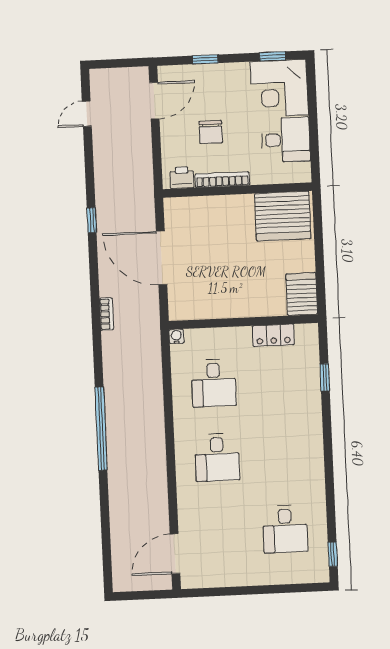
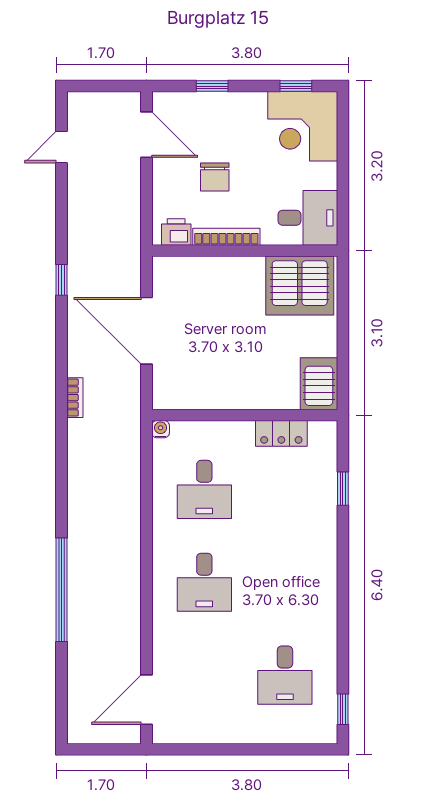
door: (154, 101) -> (146, 135), hinge flipped
desk: (286, 140) -> (308, 218), moved
window: (101, 429) -> (62, 590), moved

